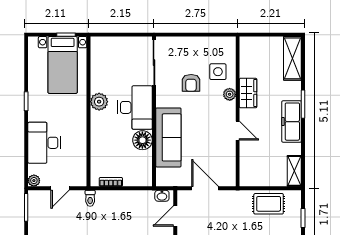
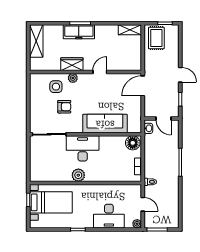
shelving: (292, 58) -> (36, 41), moved, turned 90
freezer: (292, 122) -> (79, 32), moved
floor lamp: (142, 140) -> (133, 143), moved
door: (205, 188) -> (143, 86), moved
rug: (269, 204) -> (156, 38), moved

